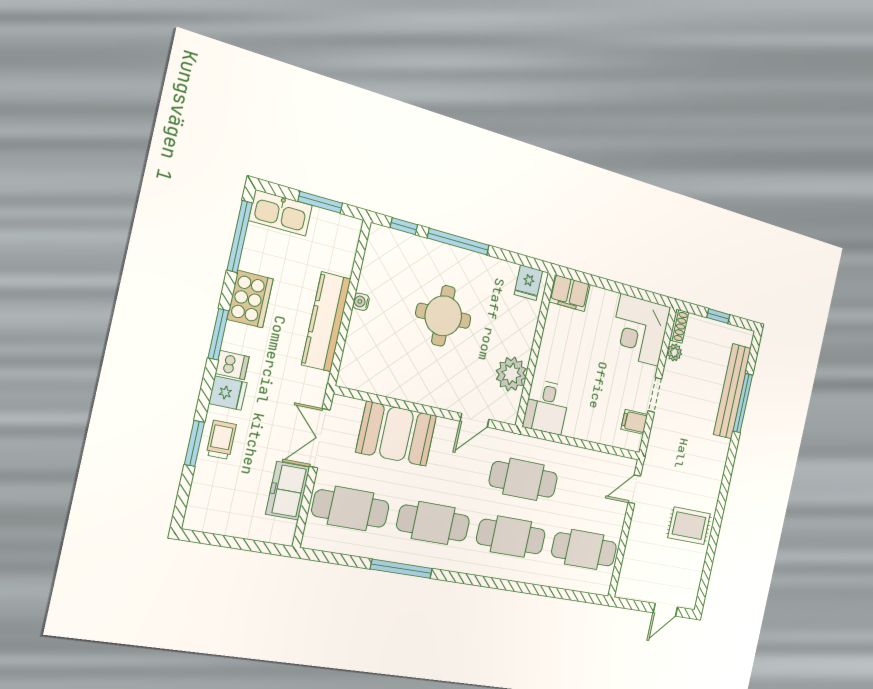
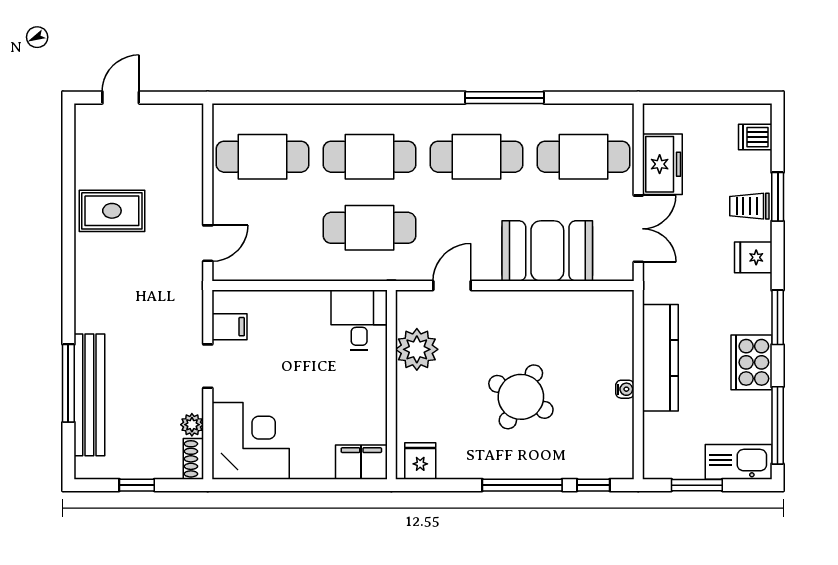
round table: (443, 316) -> (521, 397), turned 30
dishwasher: (232, 365) -> (755, 137), moved
trolley: (221, 440) -> (749, 206), turned 90

